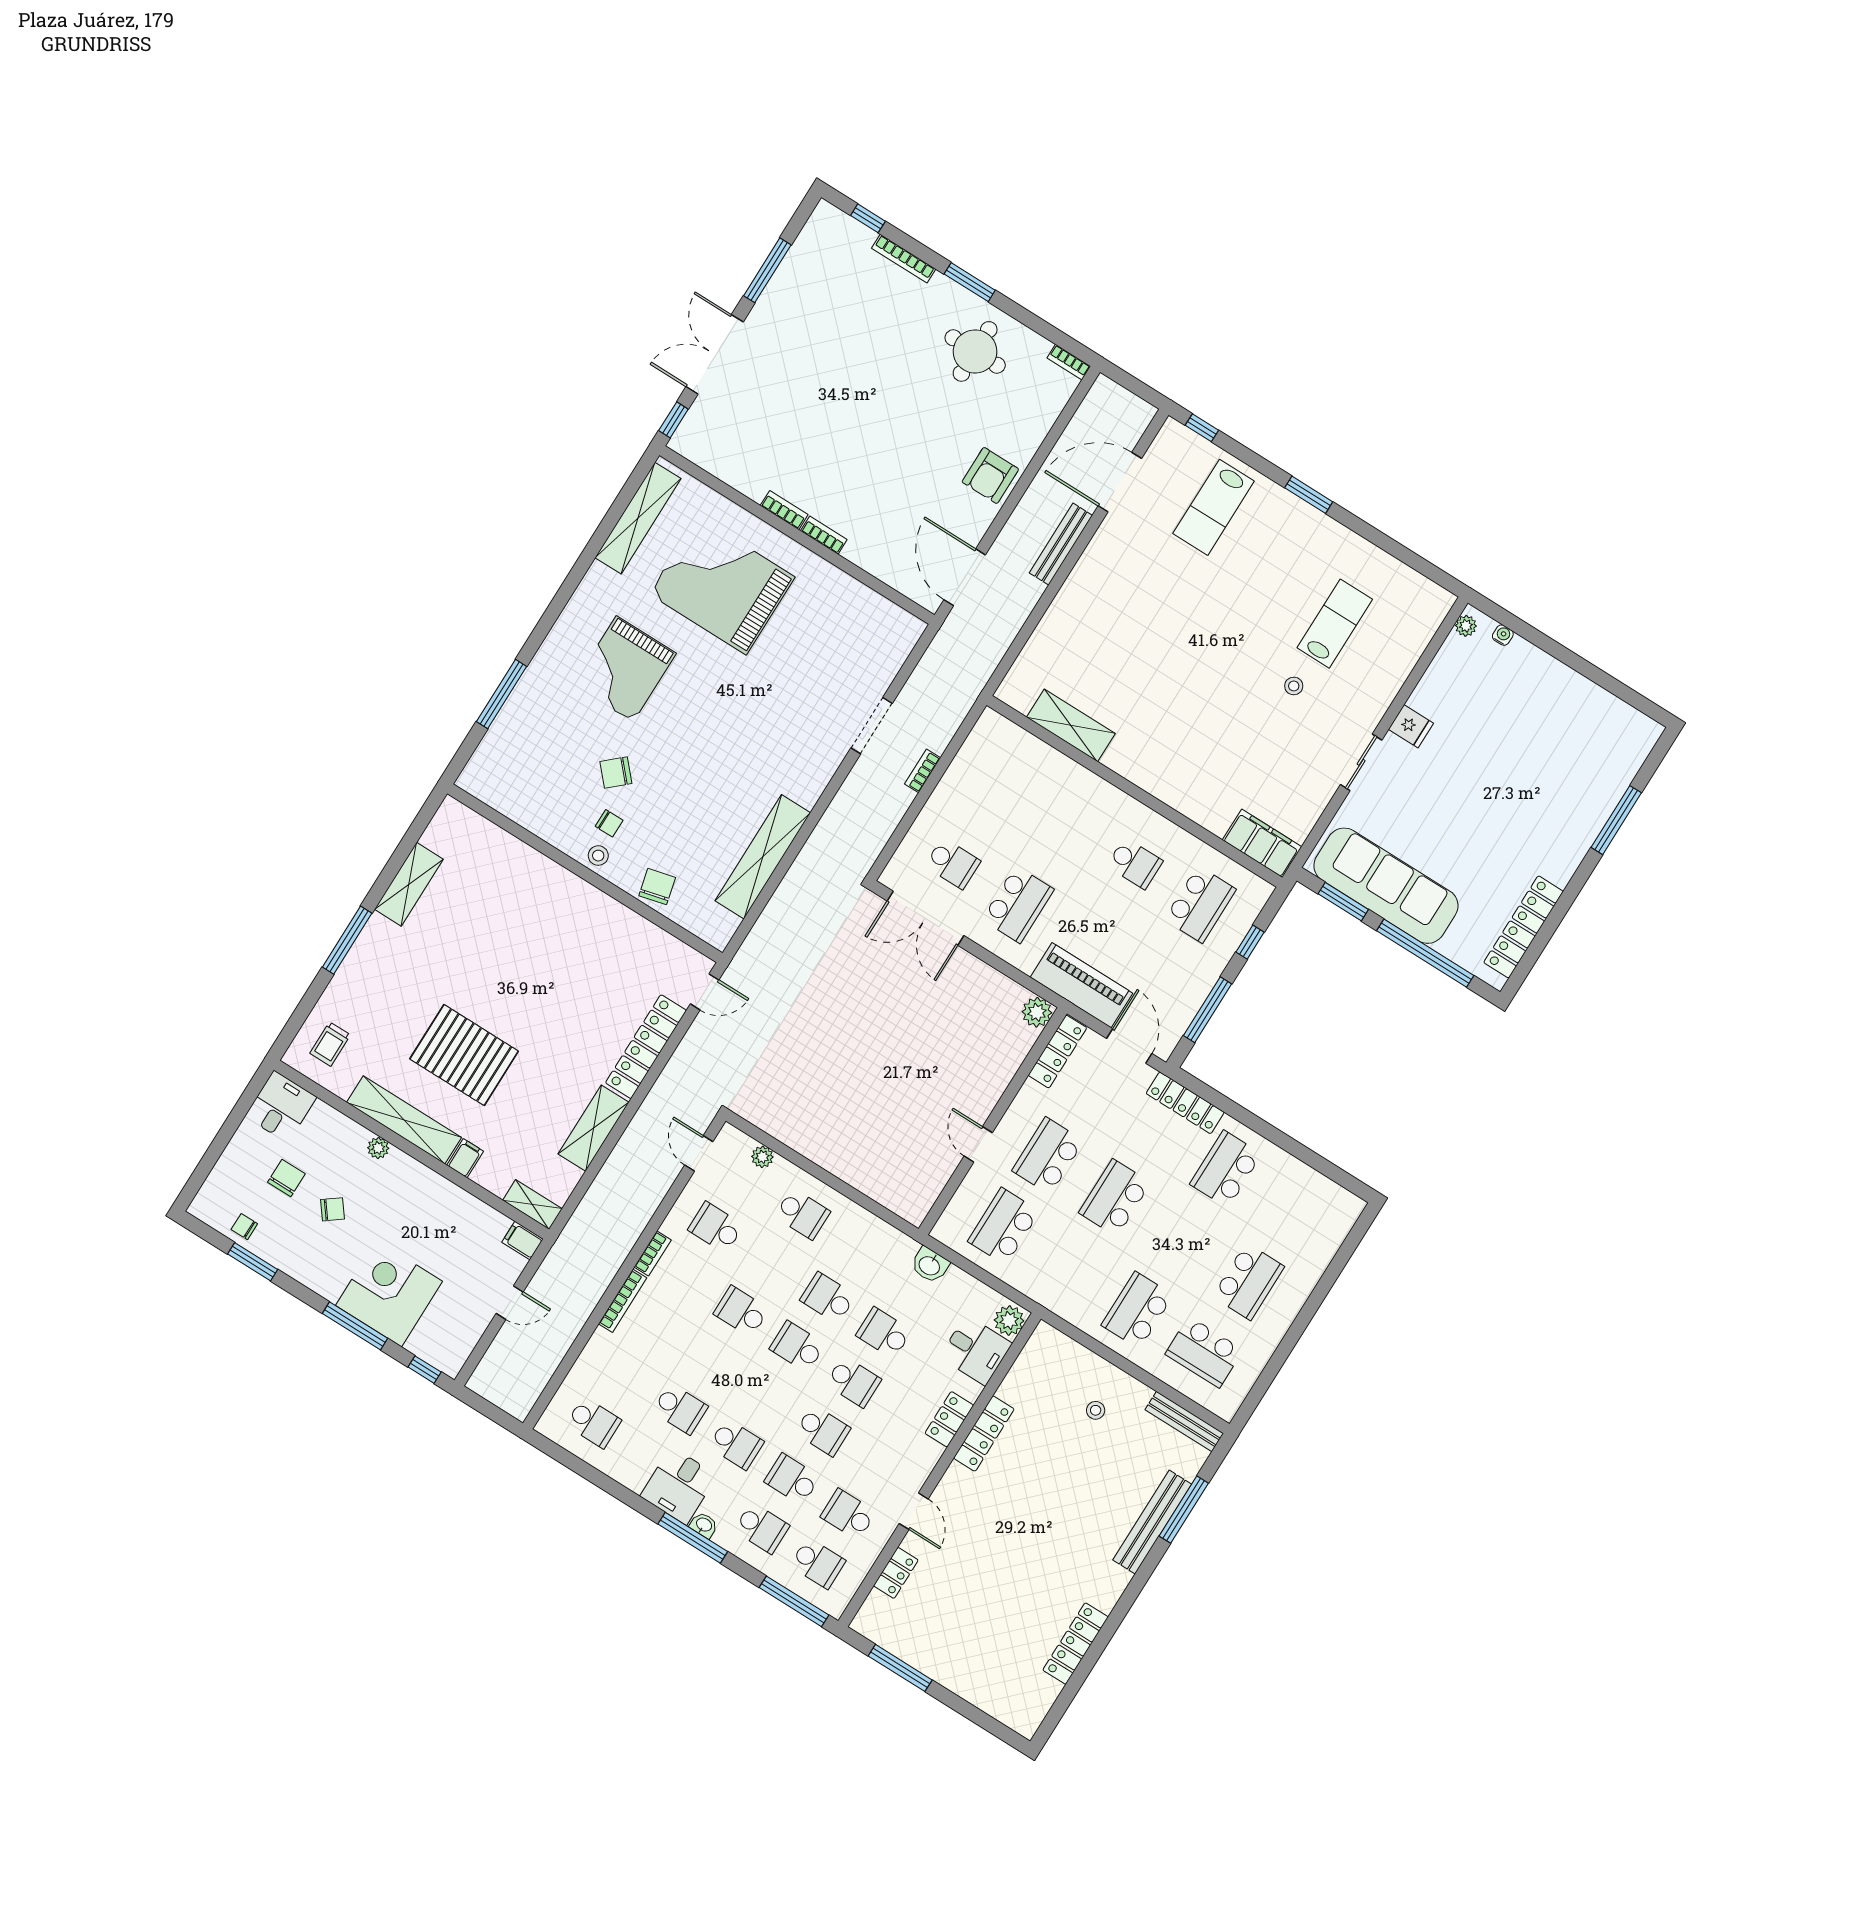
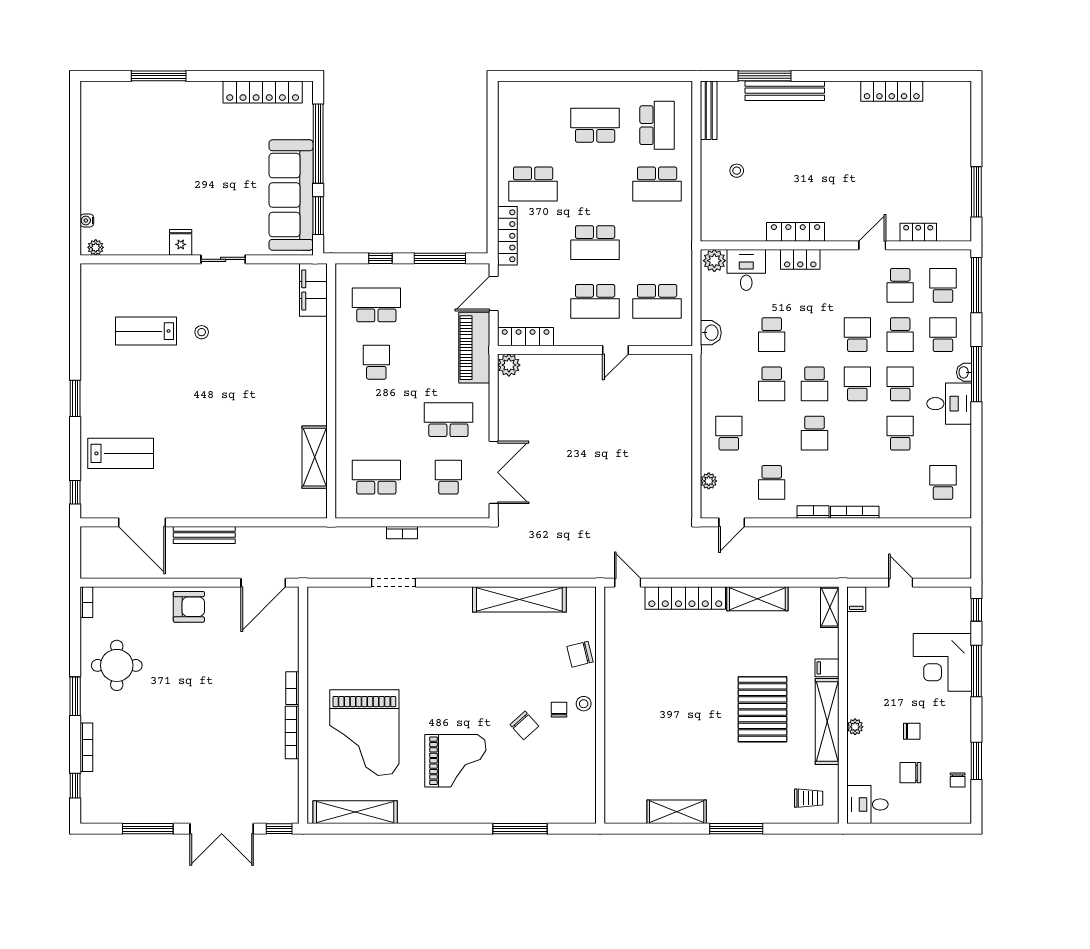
bookcase: (784, 510) -> (292, 733), width x1.56
school desk: (1004, 781) -> (376, 477), added
chair: (333, 1209) -> (912, 731), turned 127
school desk: (853, 1382) -> (857, 384), moved

